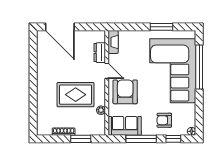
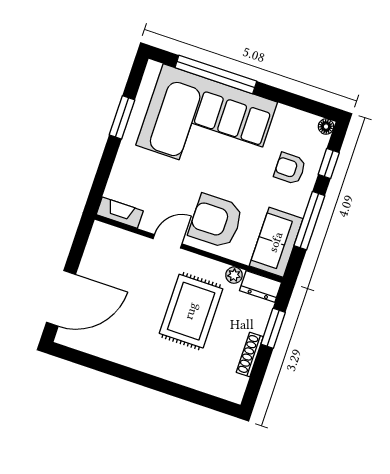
dresser: (100, 53) -> (260, 286), moved
armchair: (164, 120) -> (290, 168), turned 90

